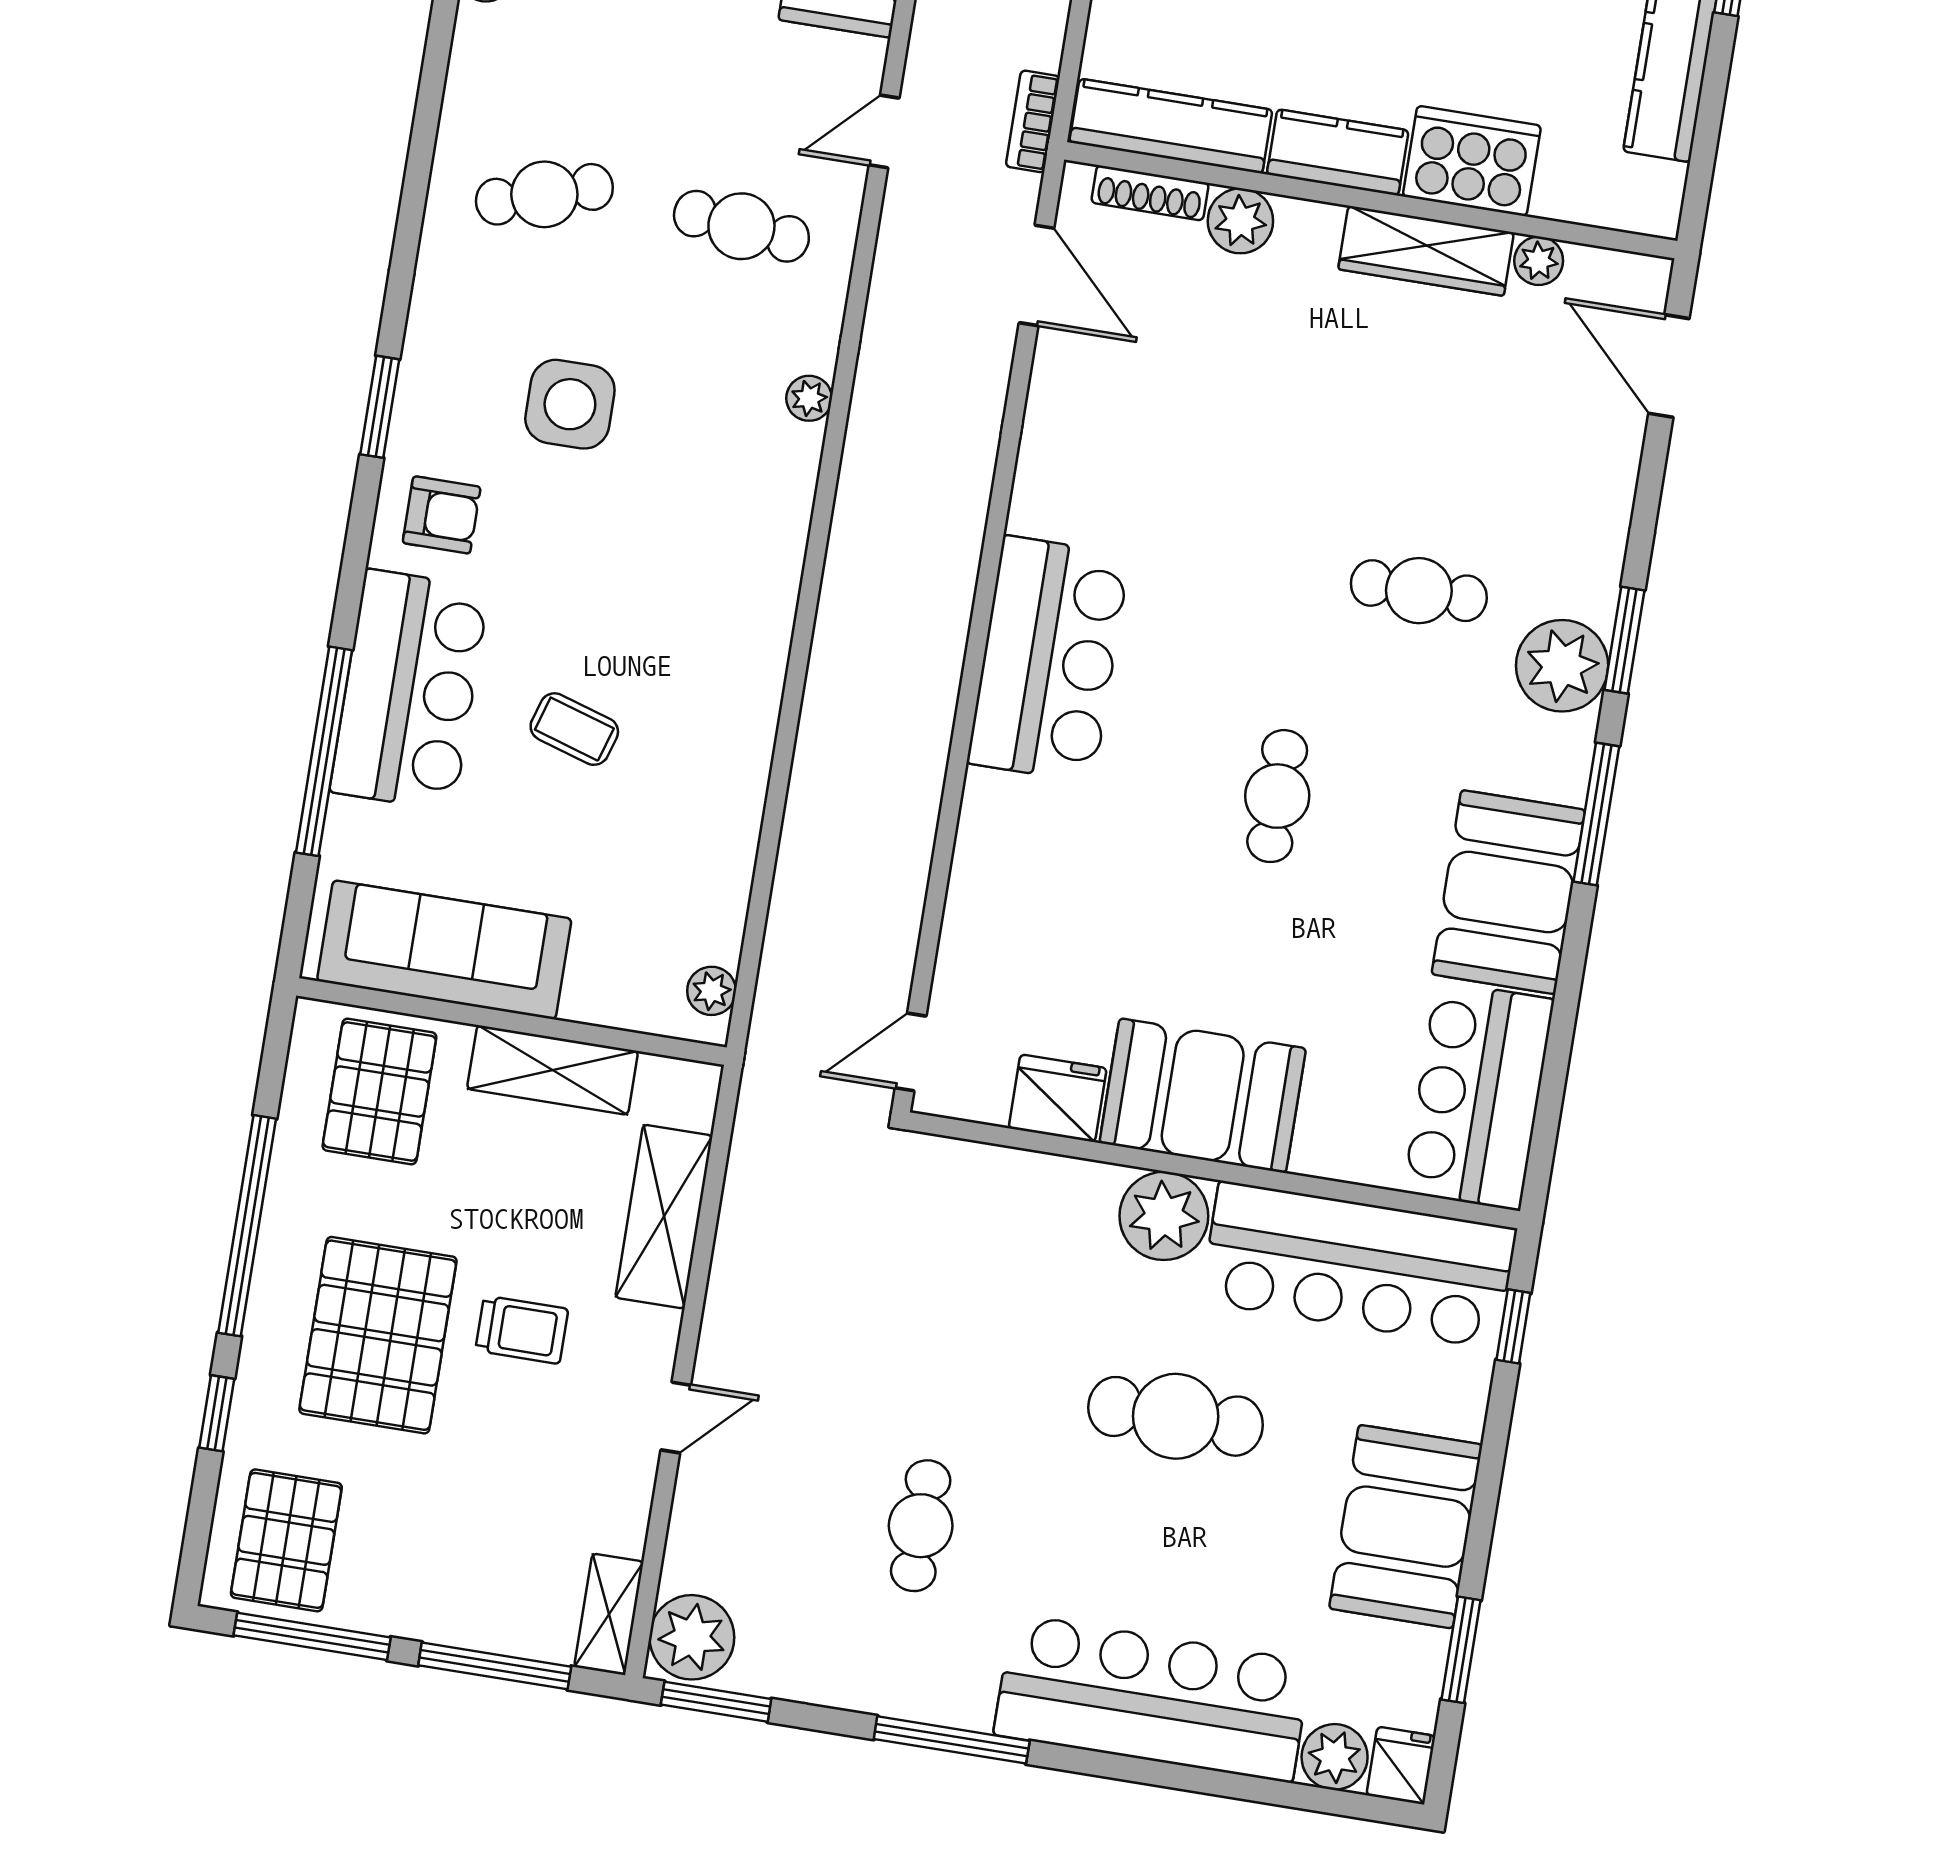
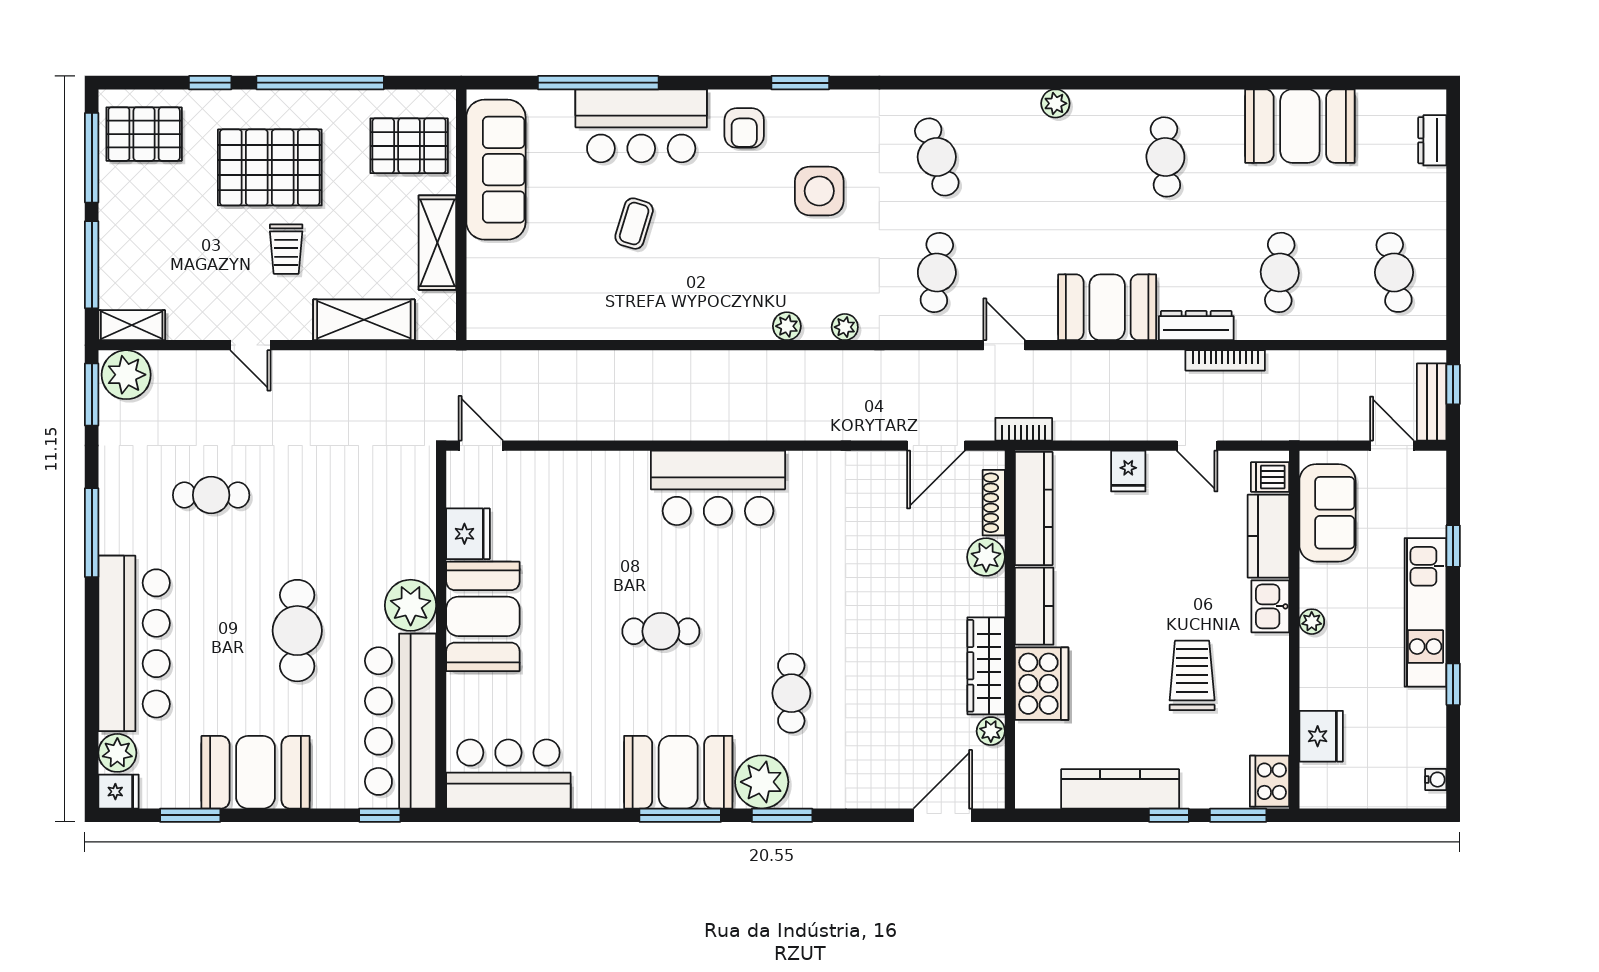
booth: (1508, 892) -> (678, 772), moved
plant: (712, 991) -> (787, 326), moved

